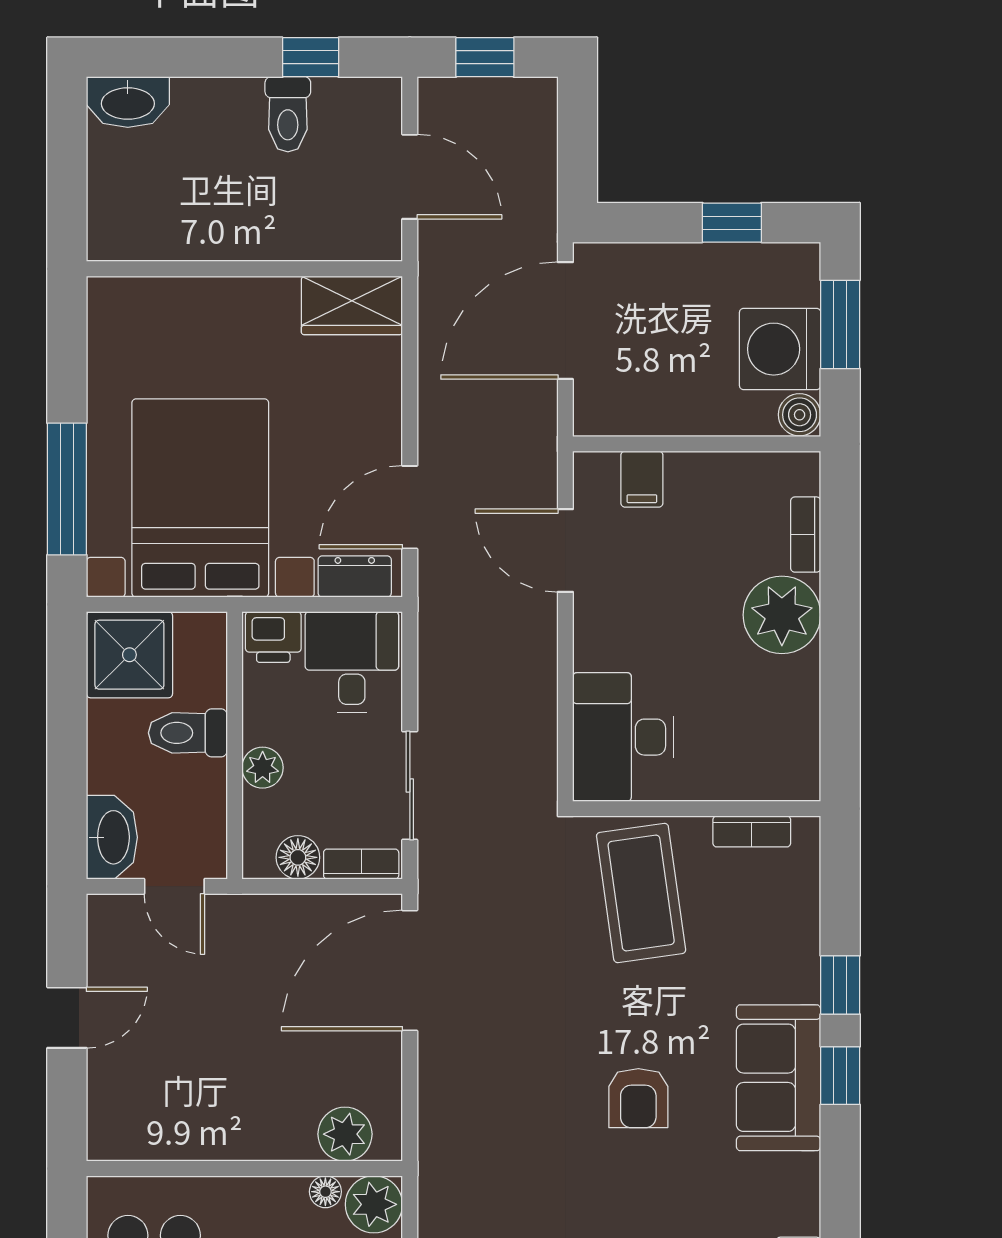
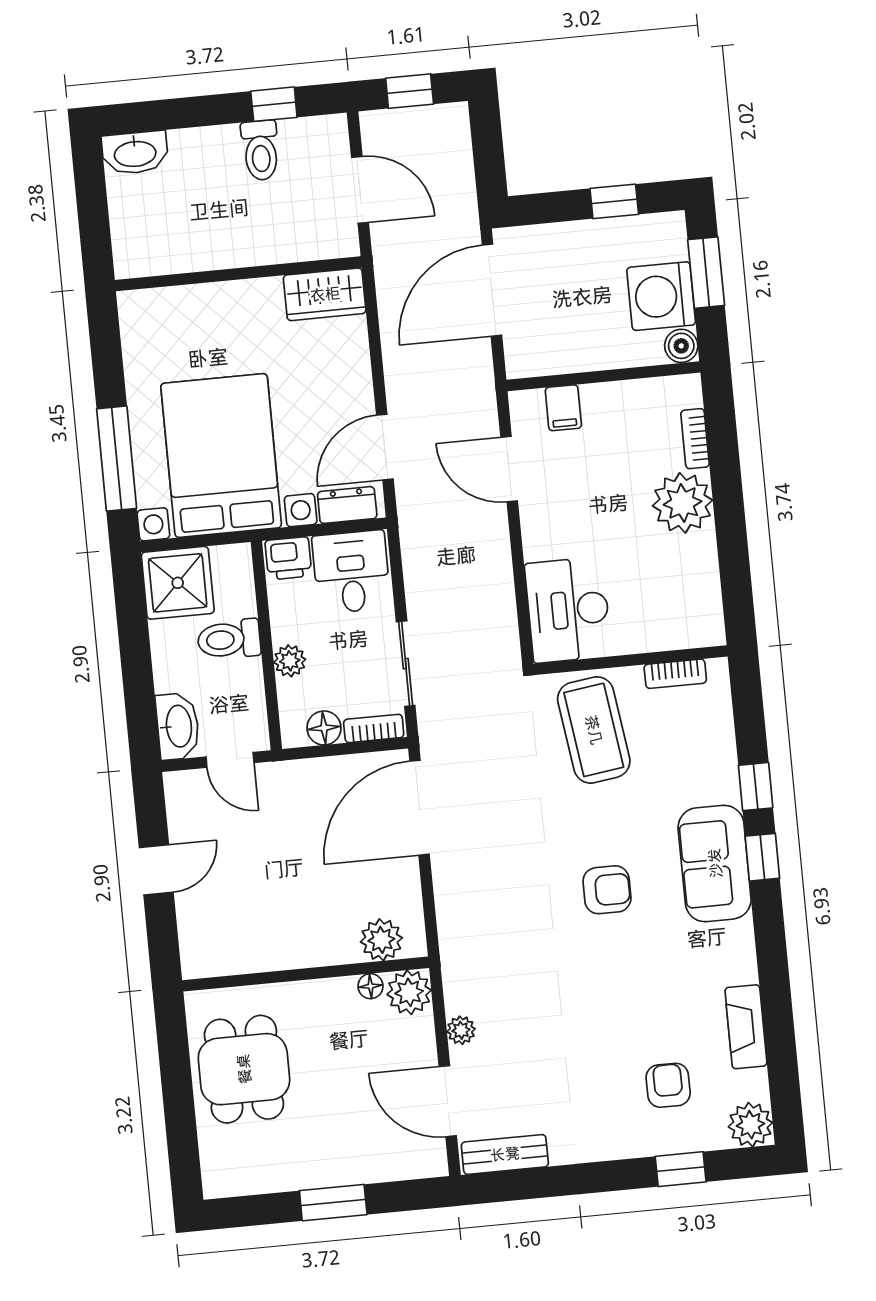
armchair: (638, 1098) -> (607, 890), turned -90

